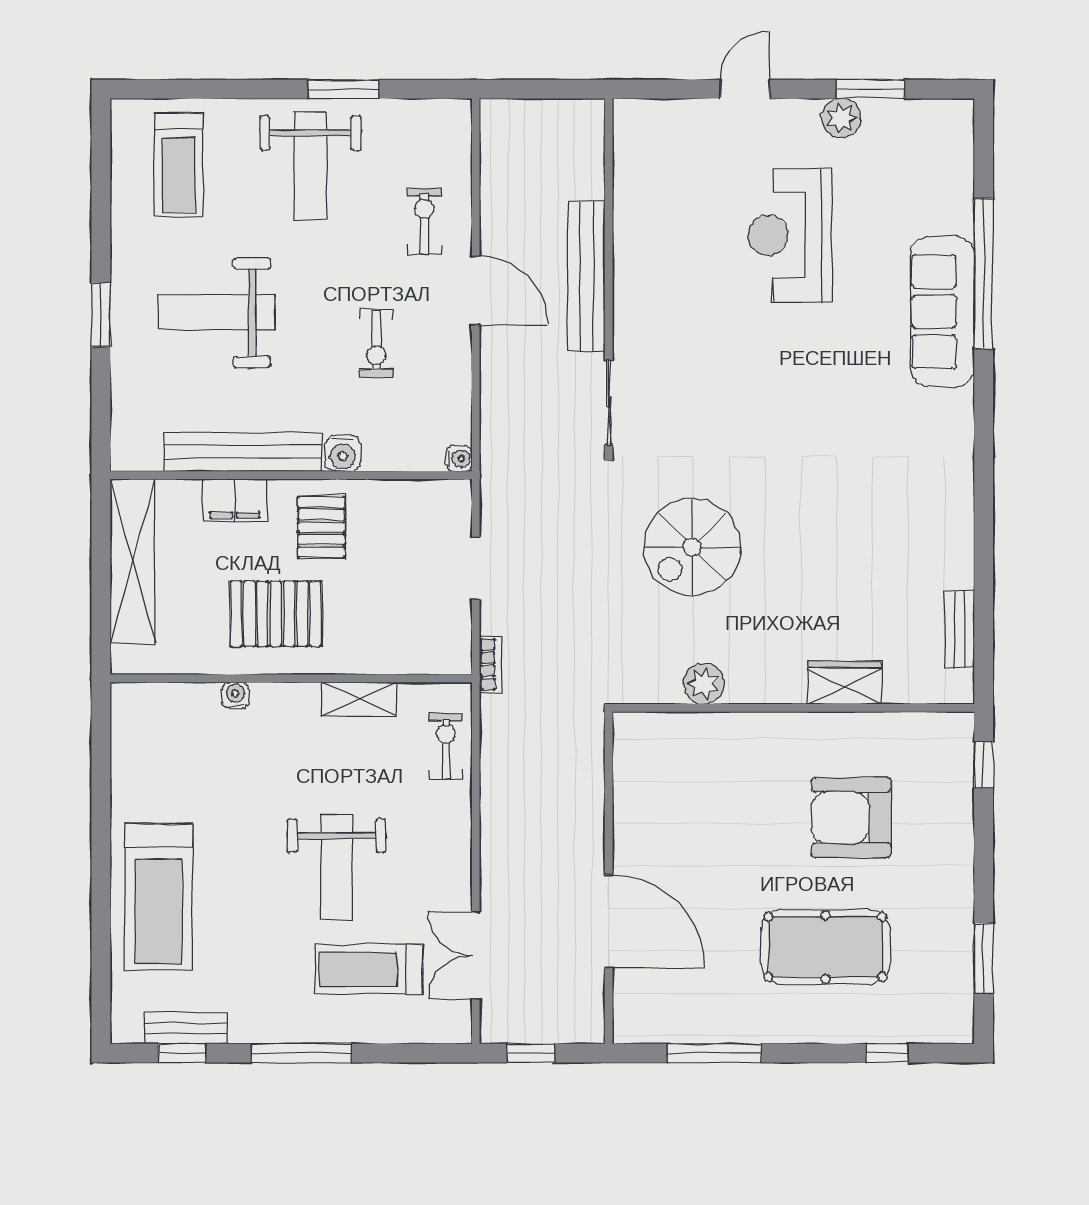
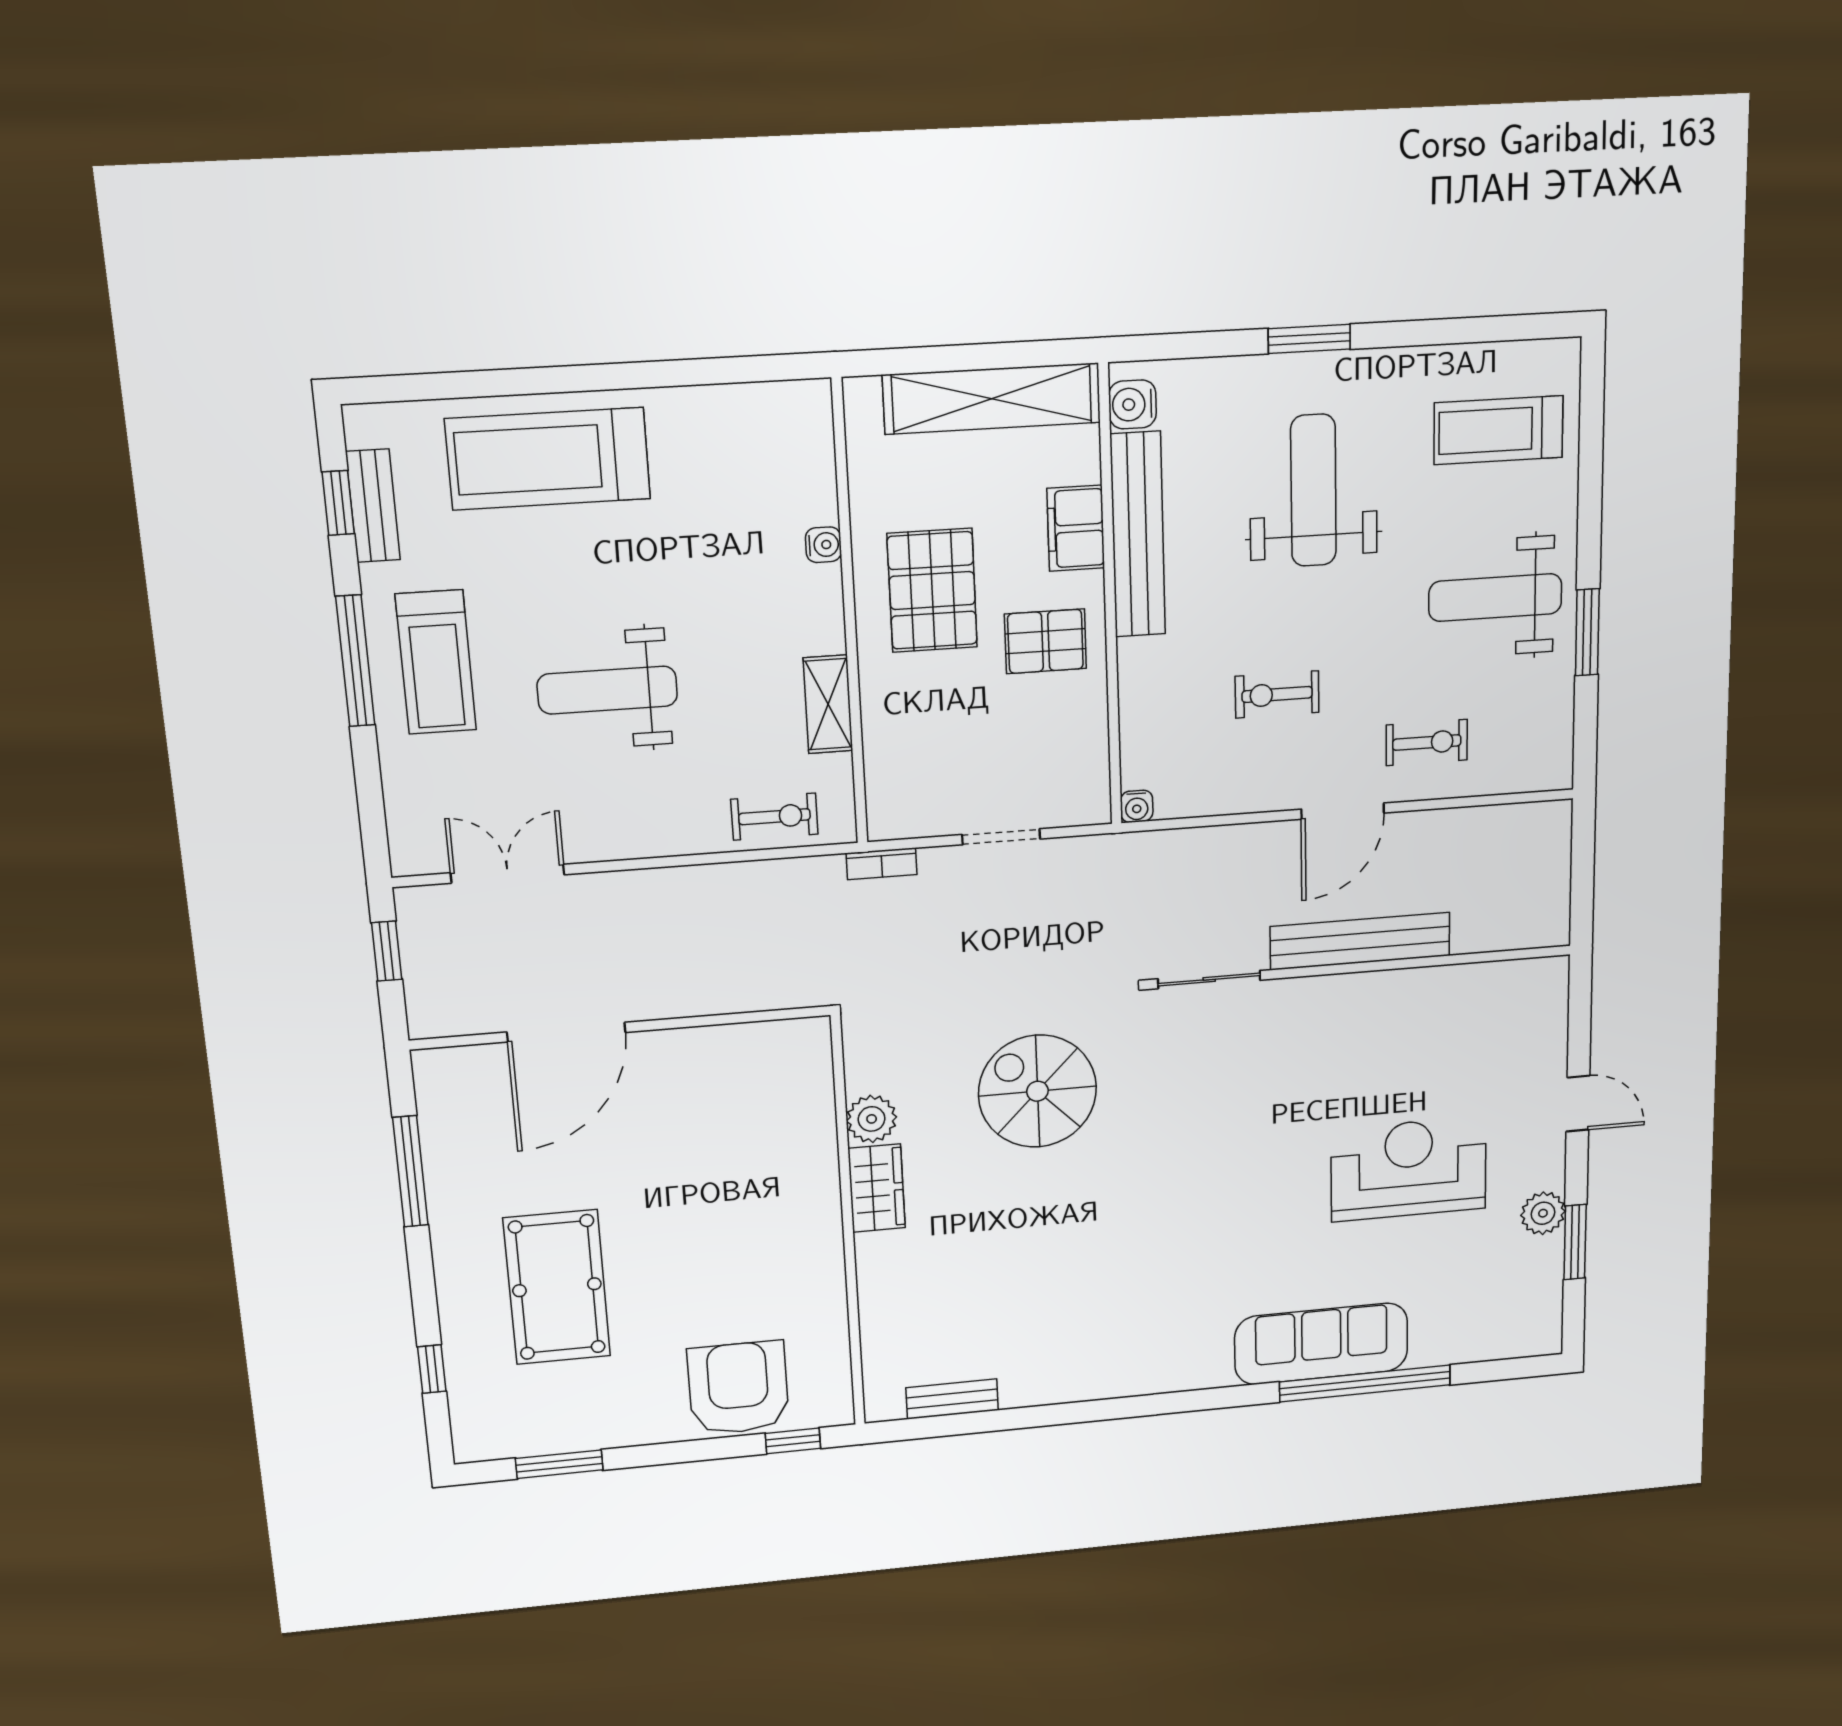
water cooler: (343, 453) -> (1132, 404), moved
wardrobe: (845, 683) -> (877, 1188), moved
armchair: (851, 818) -> (738, 1388), moved
treadmill: (369, 969) -> (436, 662), moved, turned 180

